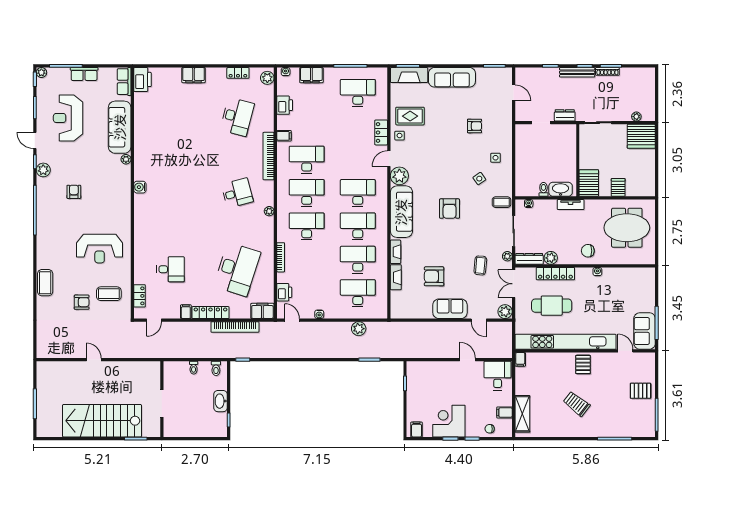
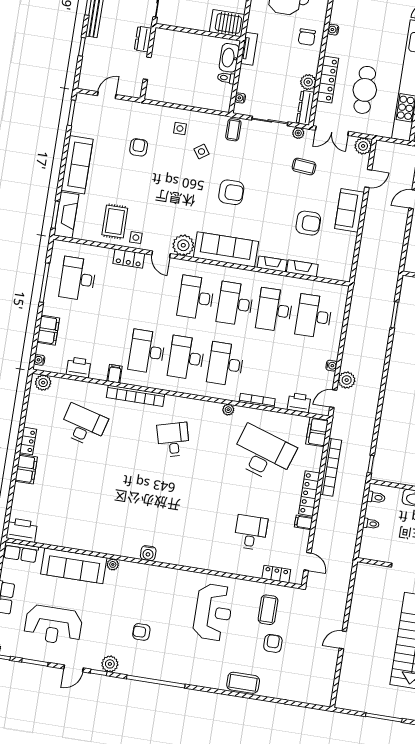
locker: (238, 73) -> (28, 441), moved
plant: (269, 211) -> (228, 410), moved
armchair: (434, 276) -> (308, 223), turned -90
plant: (359, 329) -> (347, 380), moved

